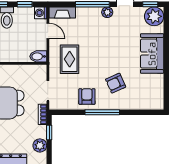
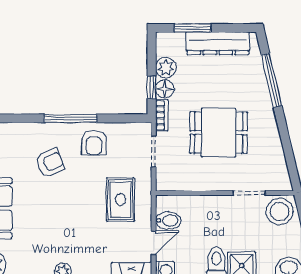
door: (48, 31) -> (154, 243), swing flipped
bidet: (38, 56) -> (168, 220), moved
floor lamp: (41, 132) -> (165, 89), added

